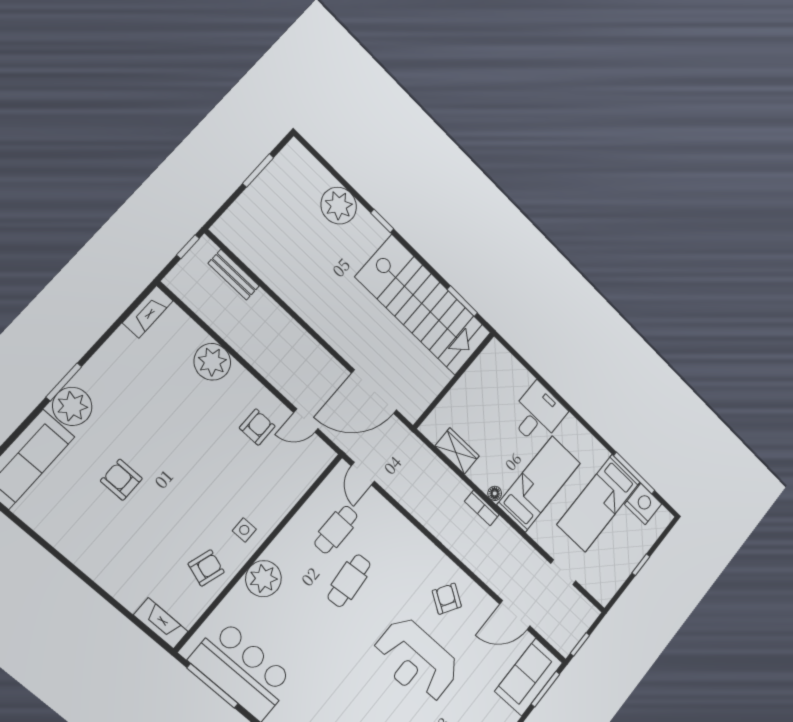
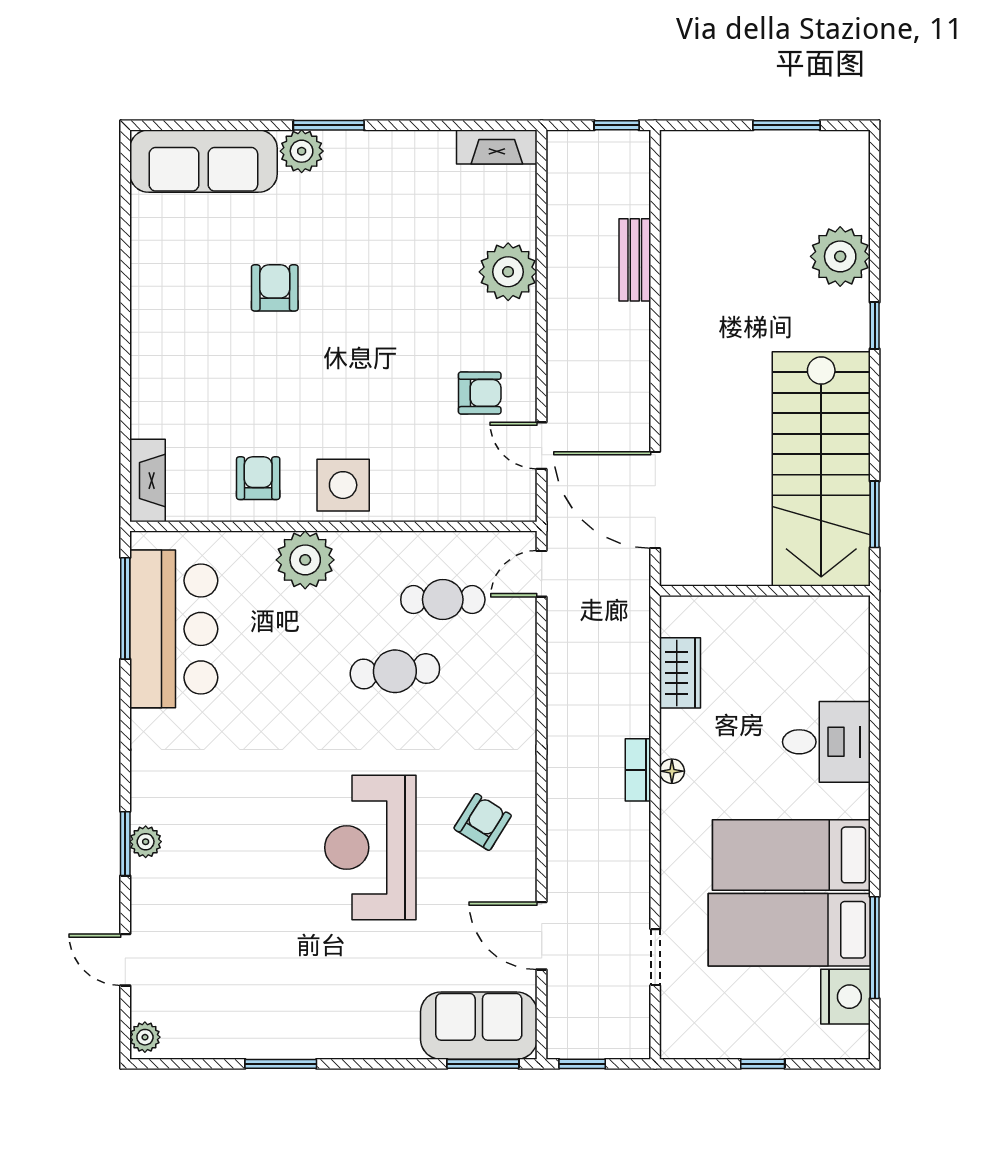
bench: (234, 275) -> (635, 260), moved
plant: (72, 406) -> (302, 151), width x0.73, depth x0.73
bed: (539, 484) -> (791, 855), moved, turned 180
side table: (244, 530) -> (343, 485), width x1.87, depth x1.87
armchair: (206, 568) -> (258, 478), turned -108

